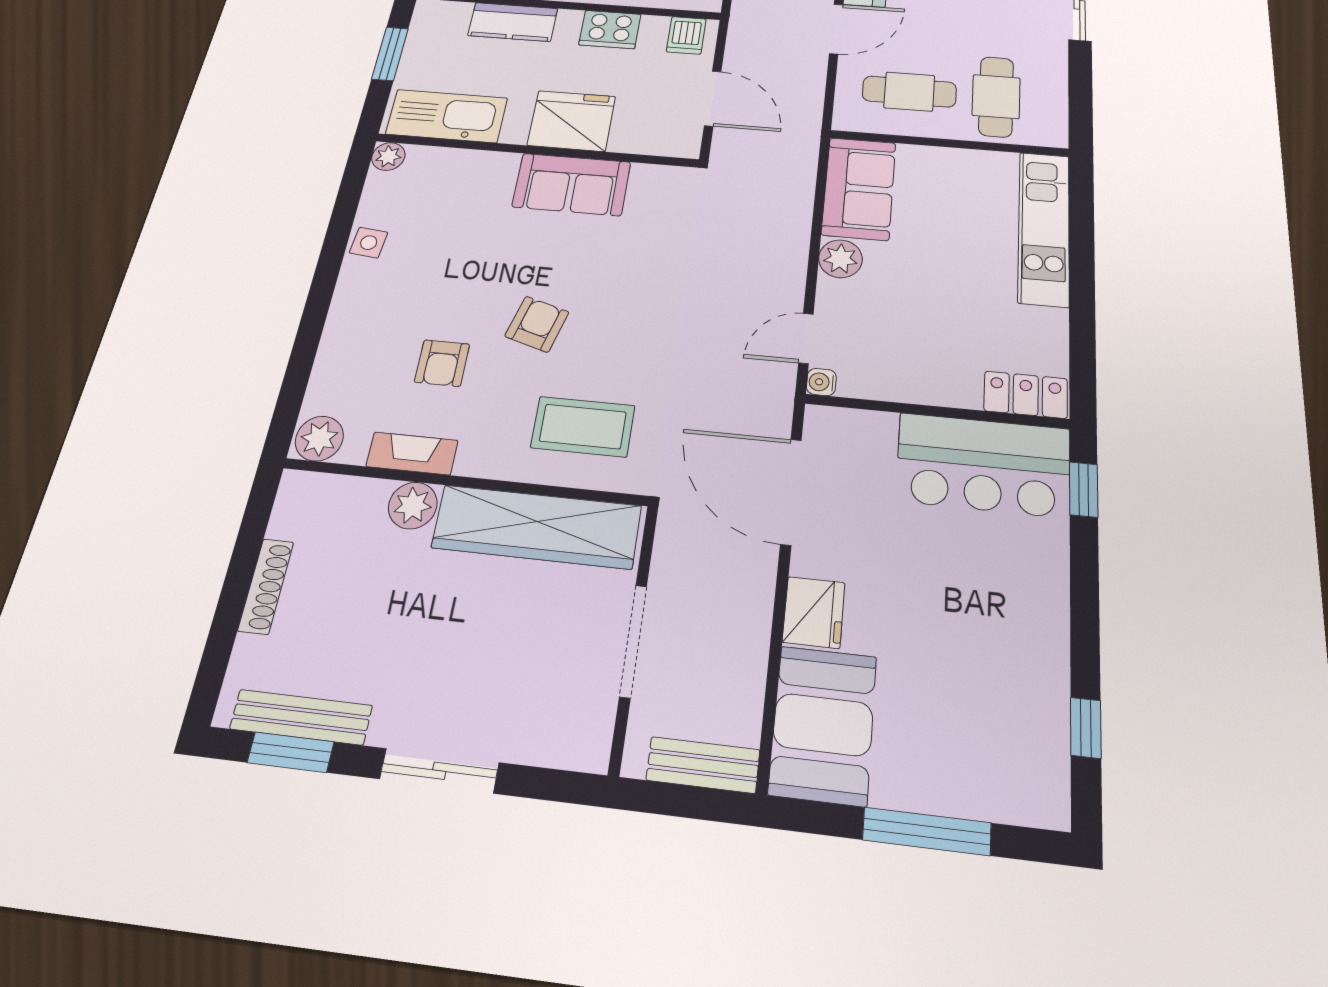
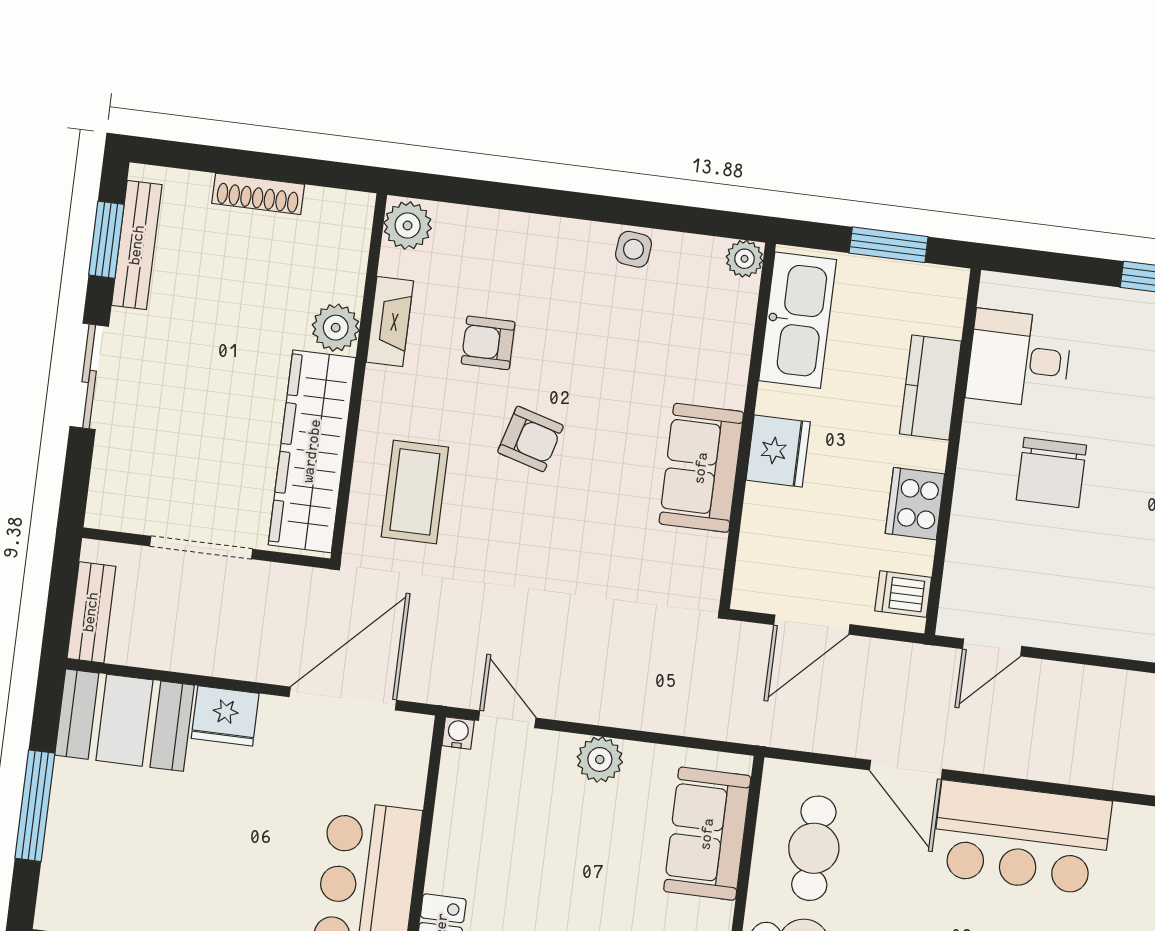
fridge: (572, 121) -> (778, 451), width x0.73, depth x0.75
sofa: (859, 188) -> (707, 834), moved, turned 90

